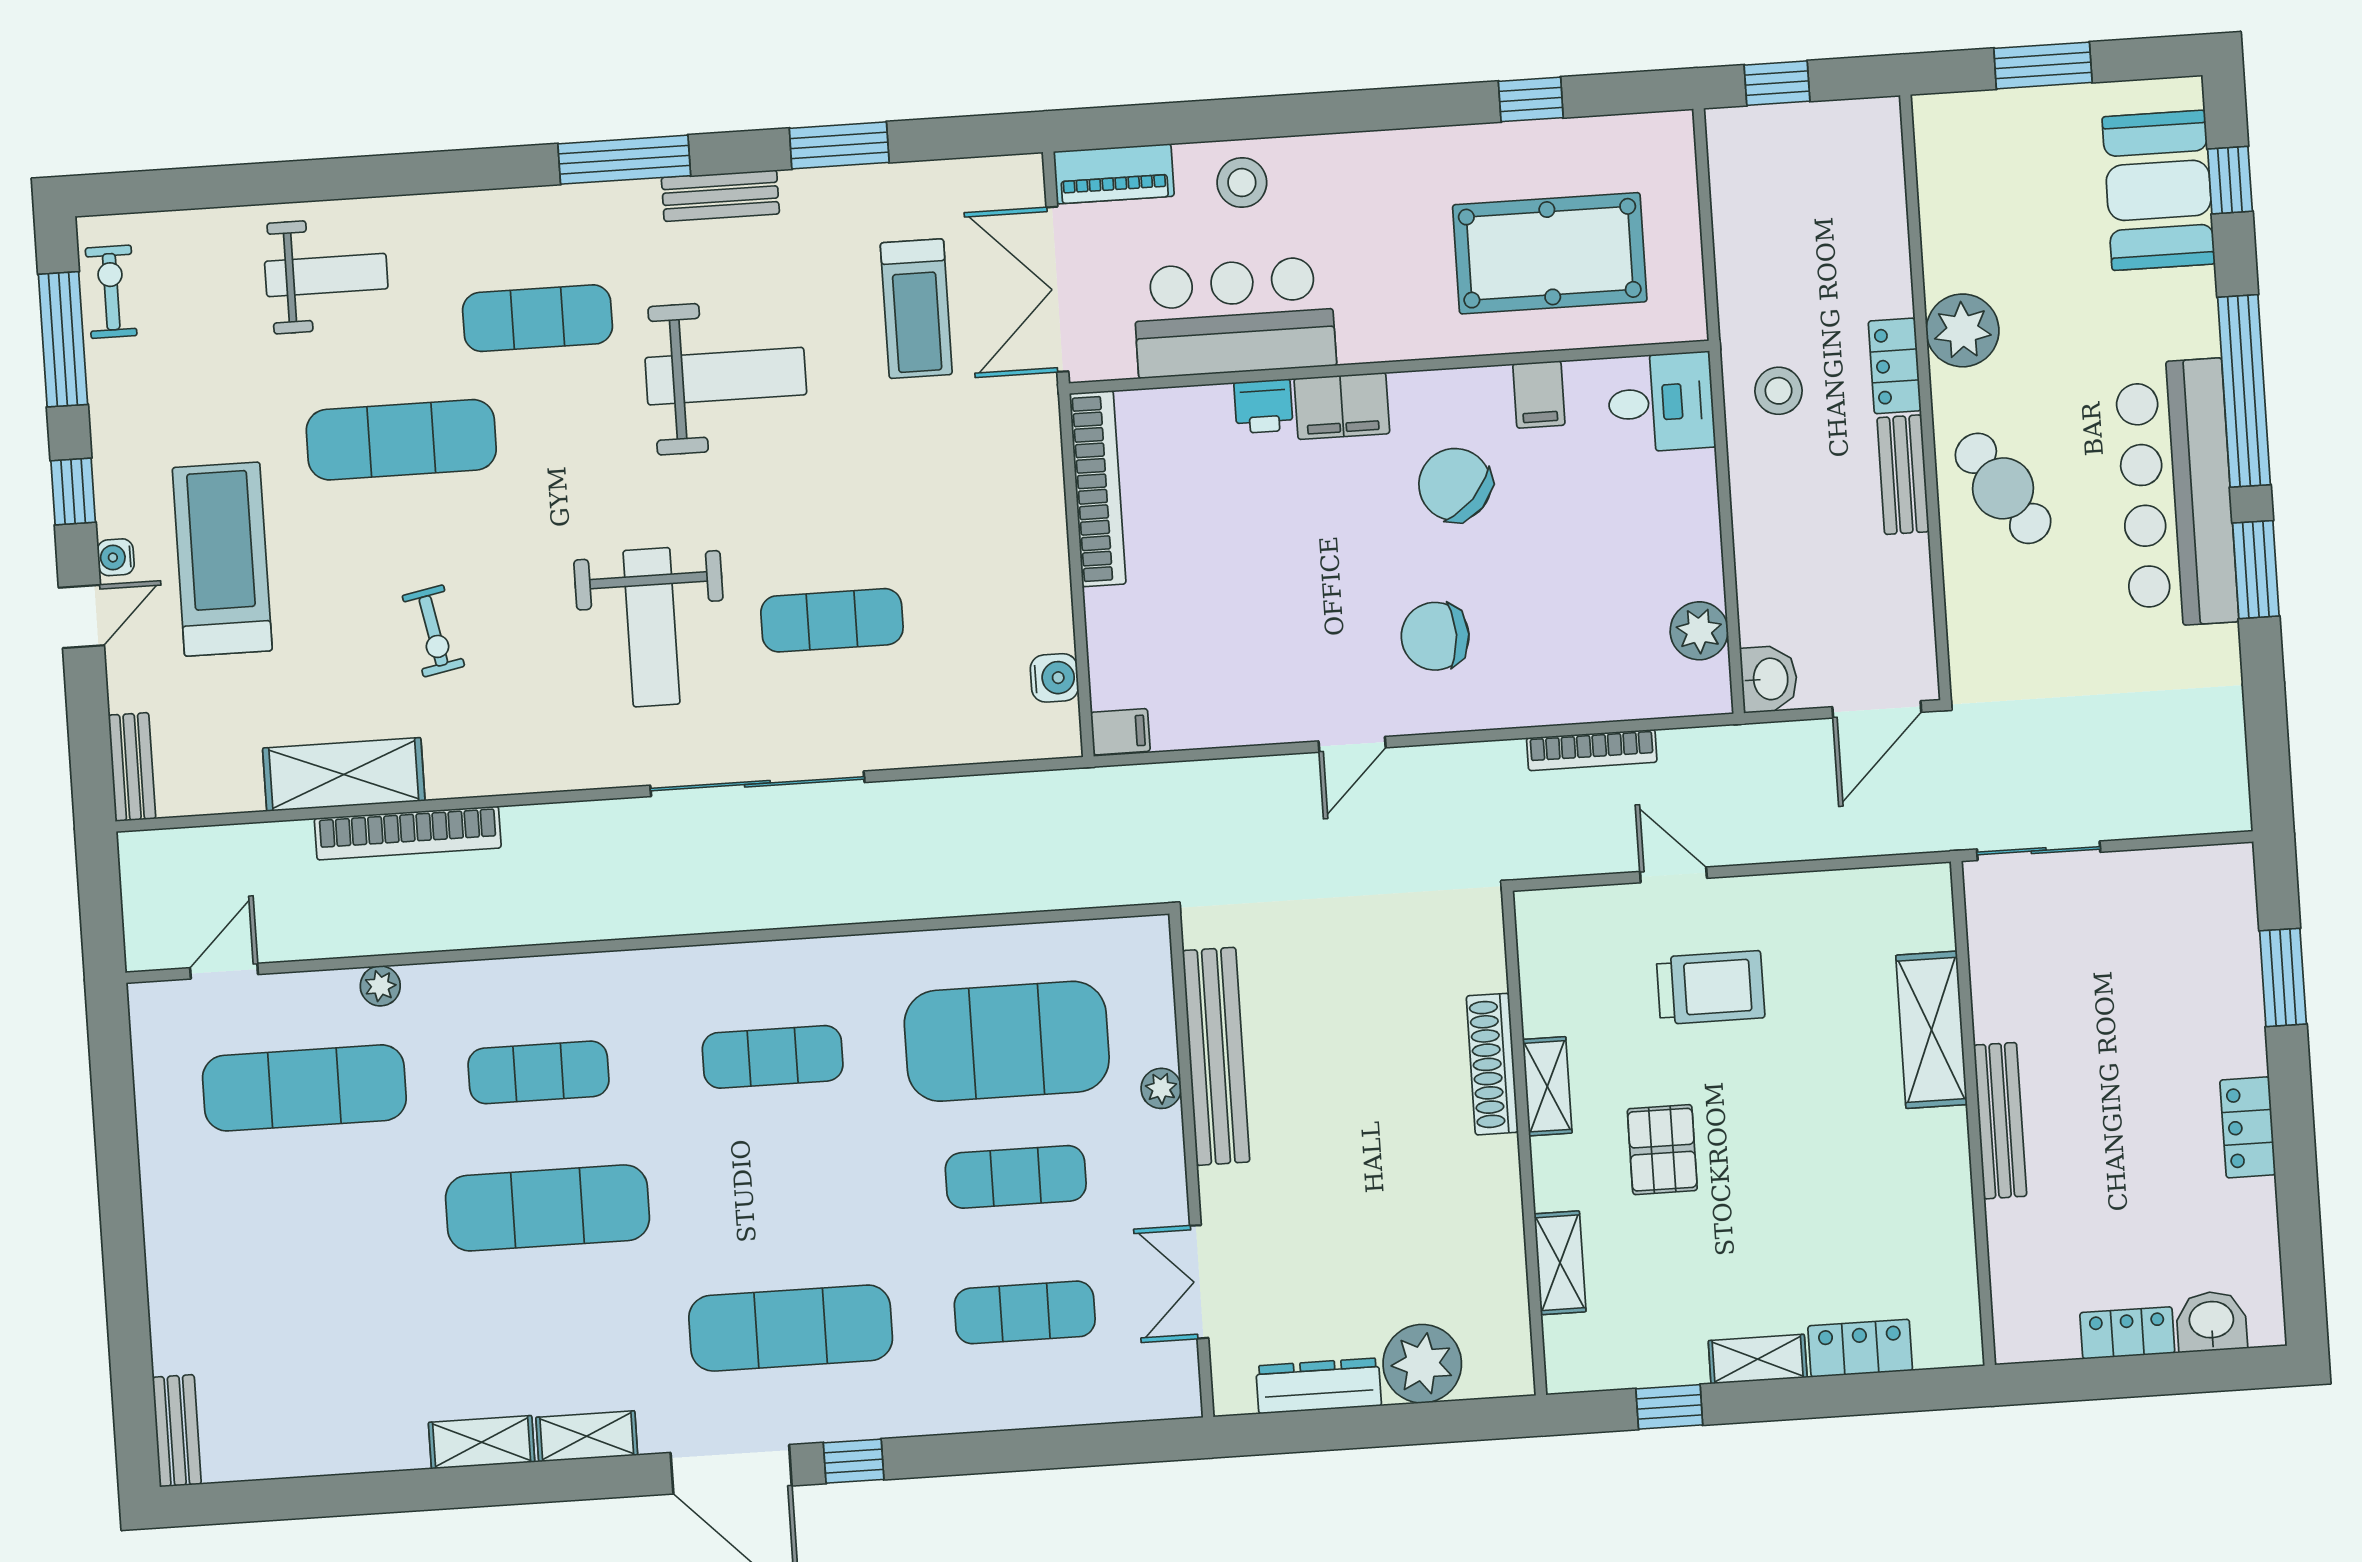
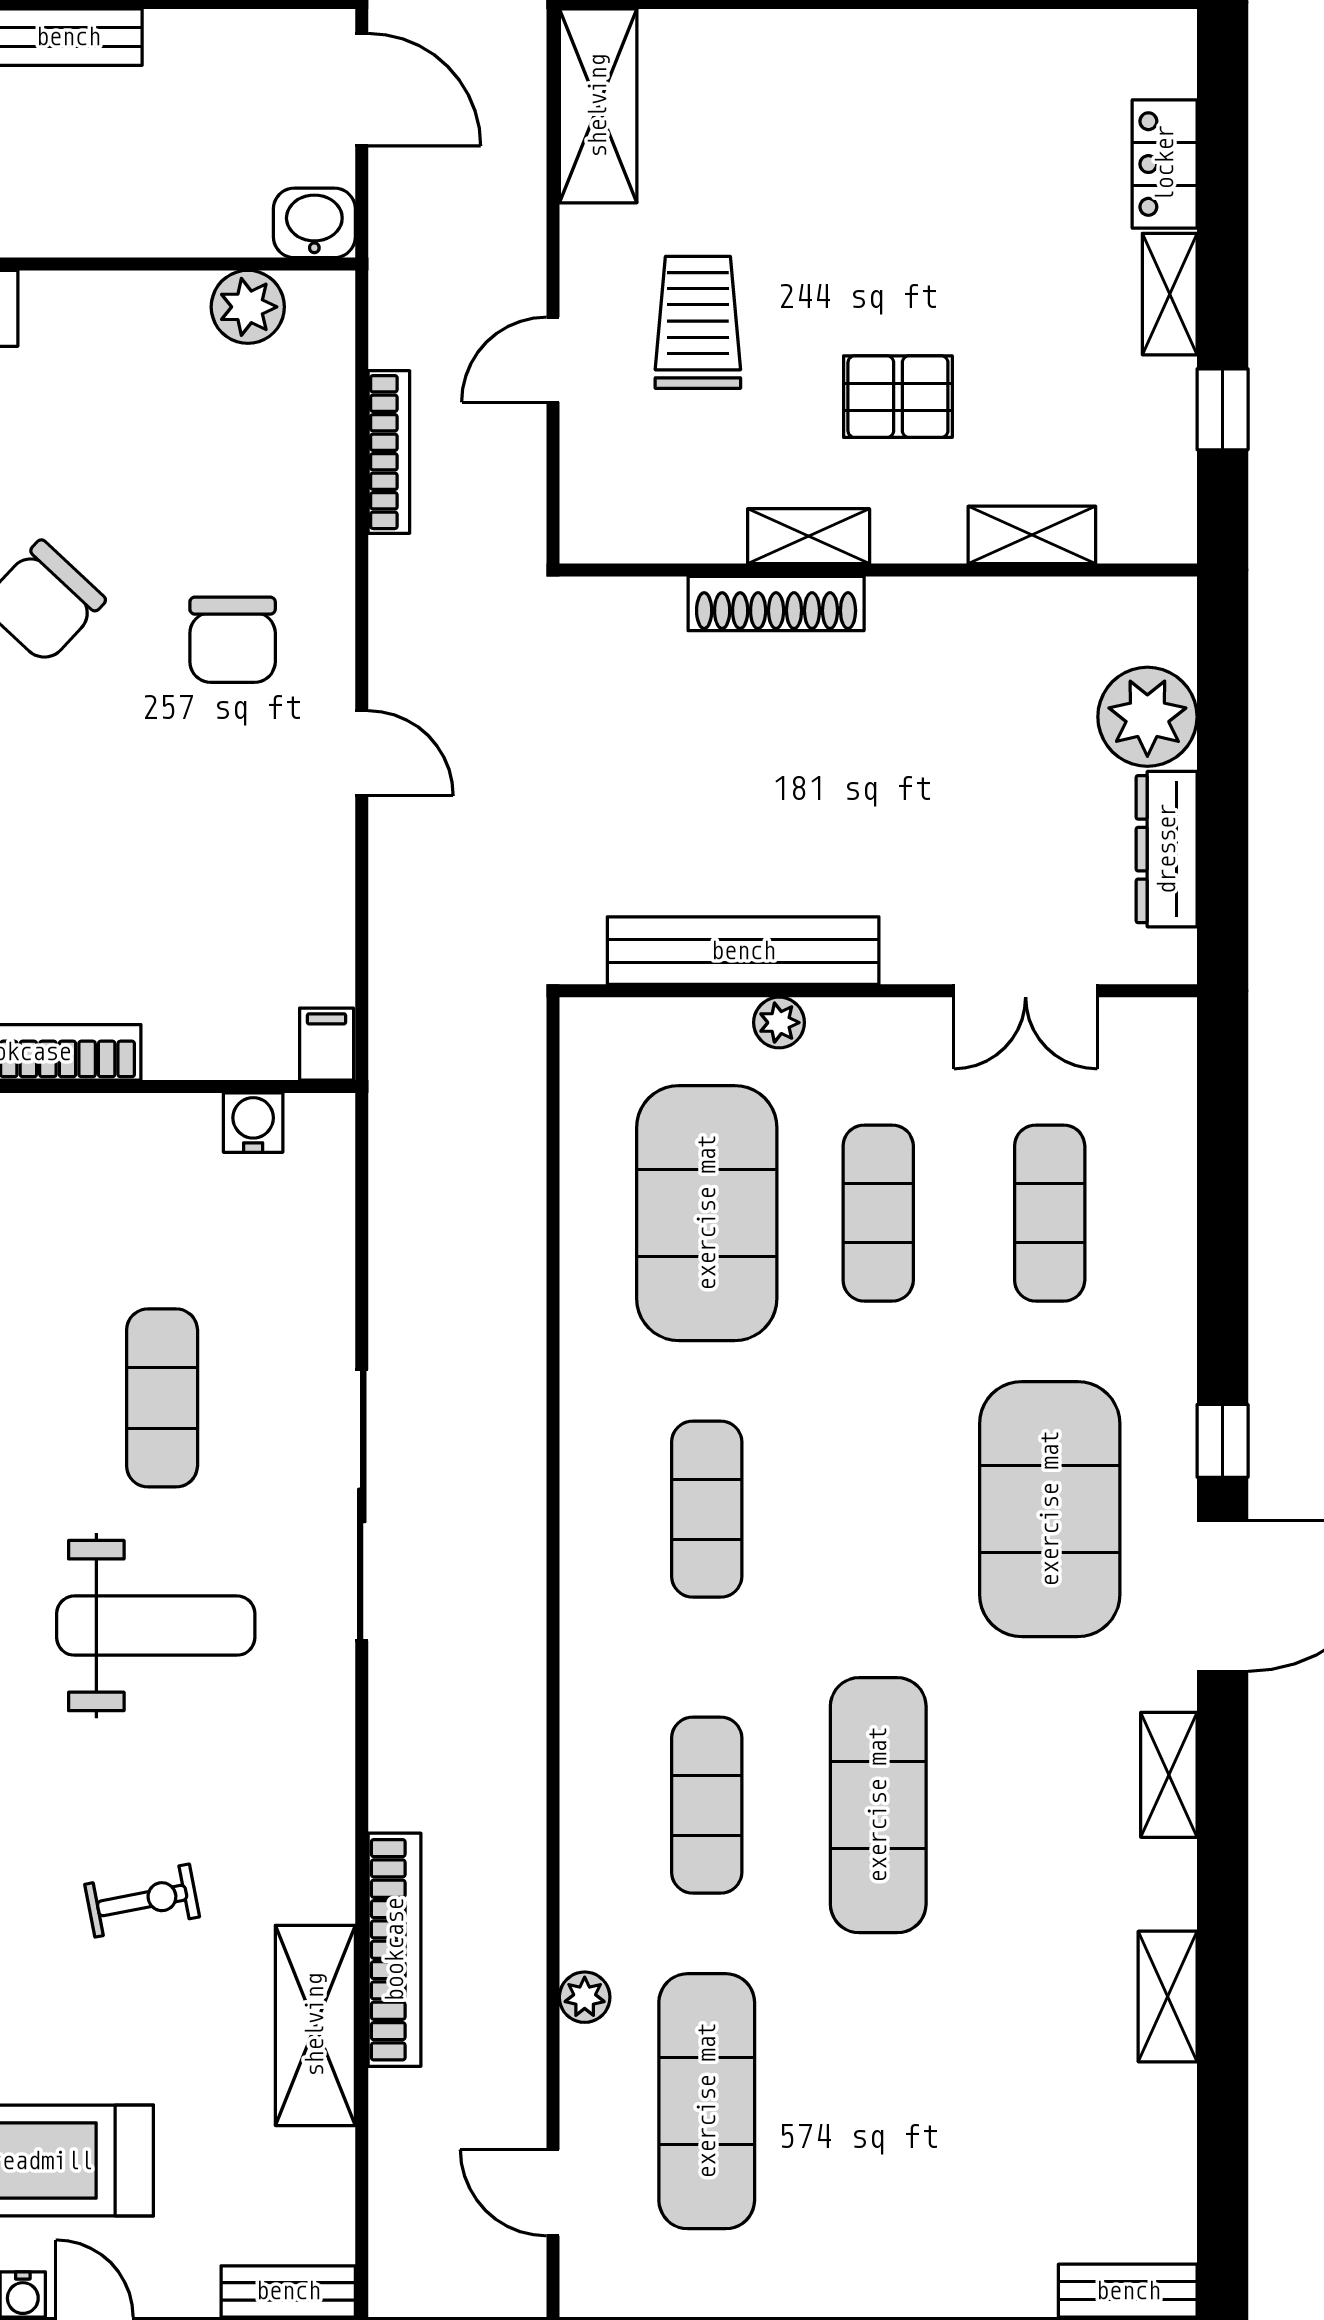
shelving: (1931, 1030) -> (598, 106), moved, turned 90
exercise mat: (791, 1328) -> (1050, 1509), width x1.47
shelving: (482, 1442) -> (1168, 1996), moved

